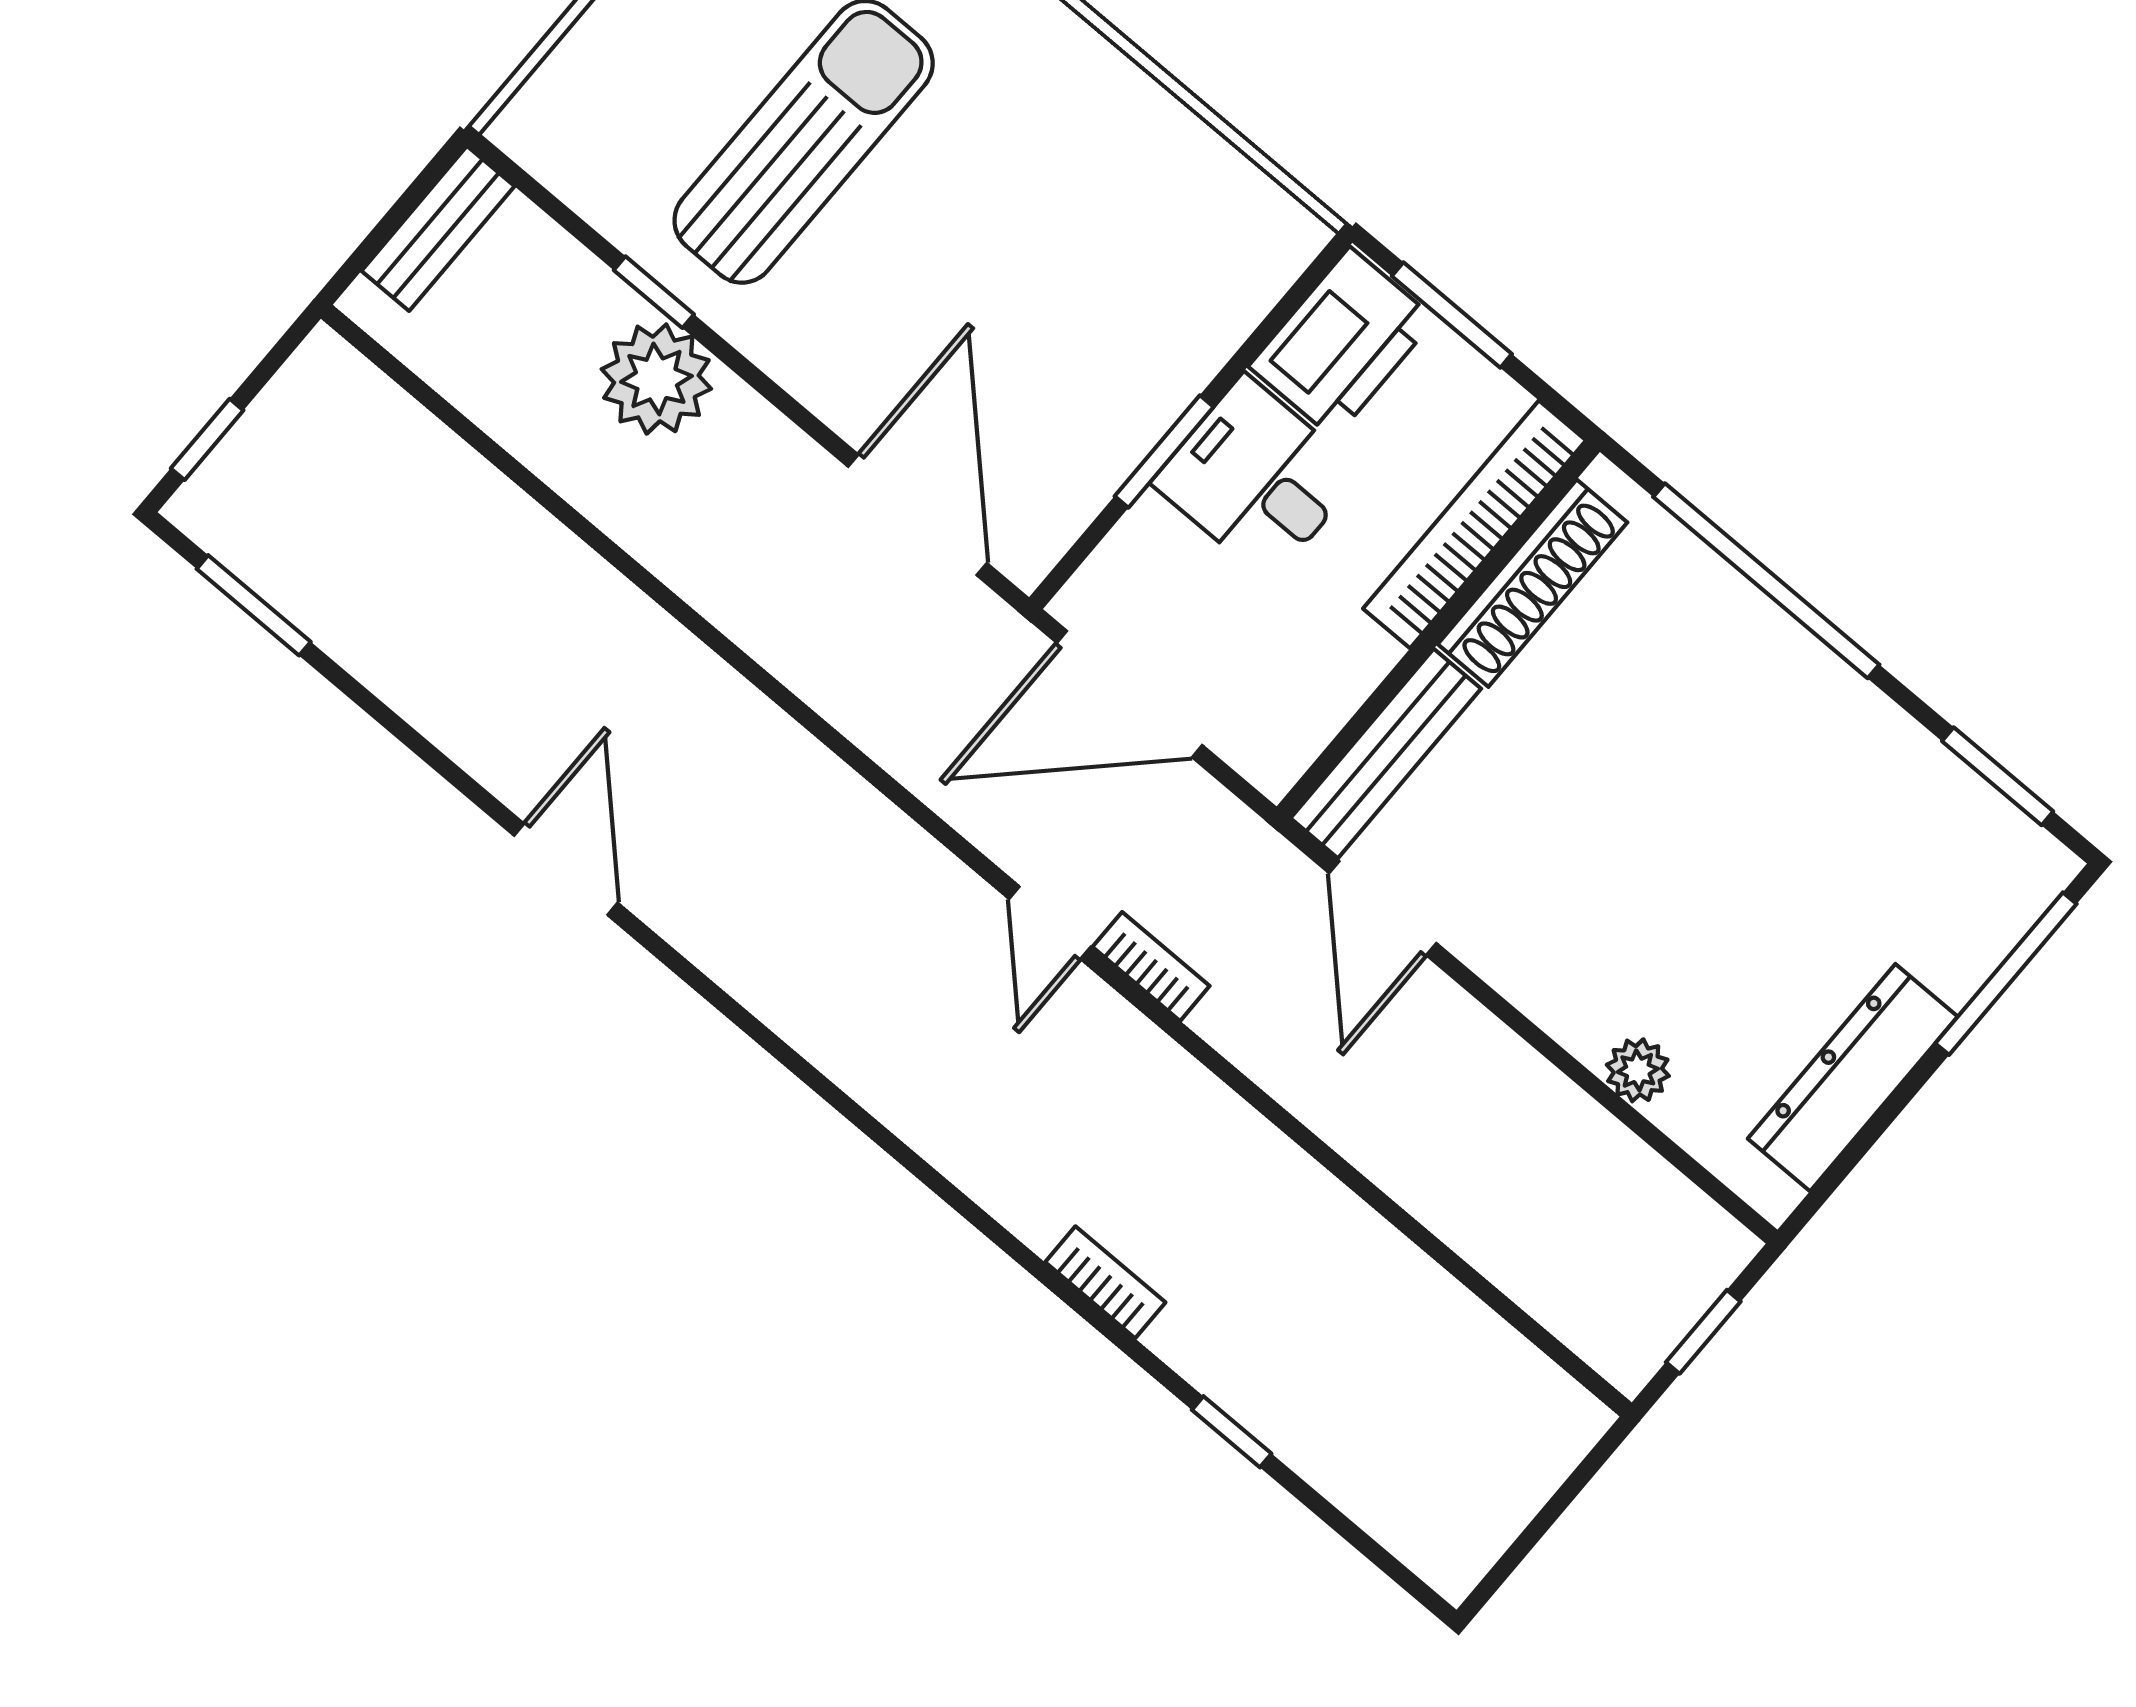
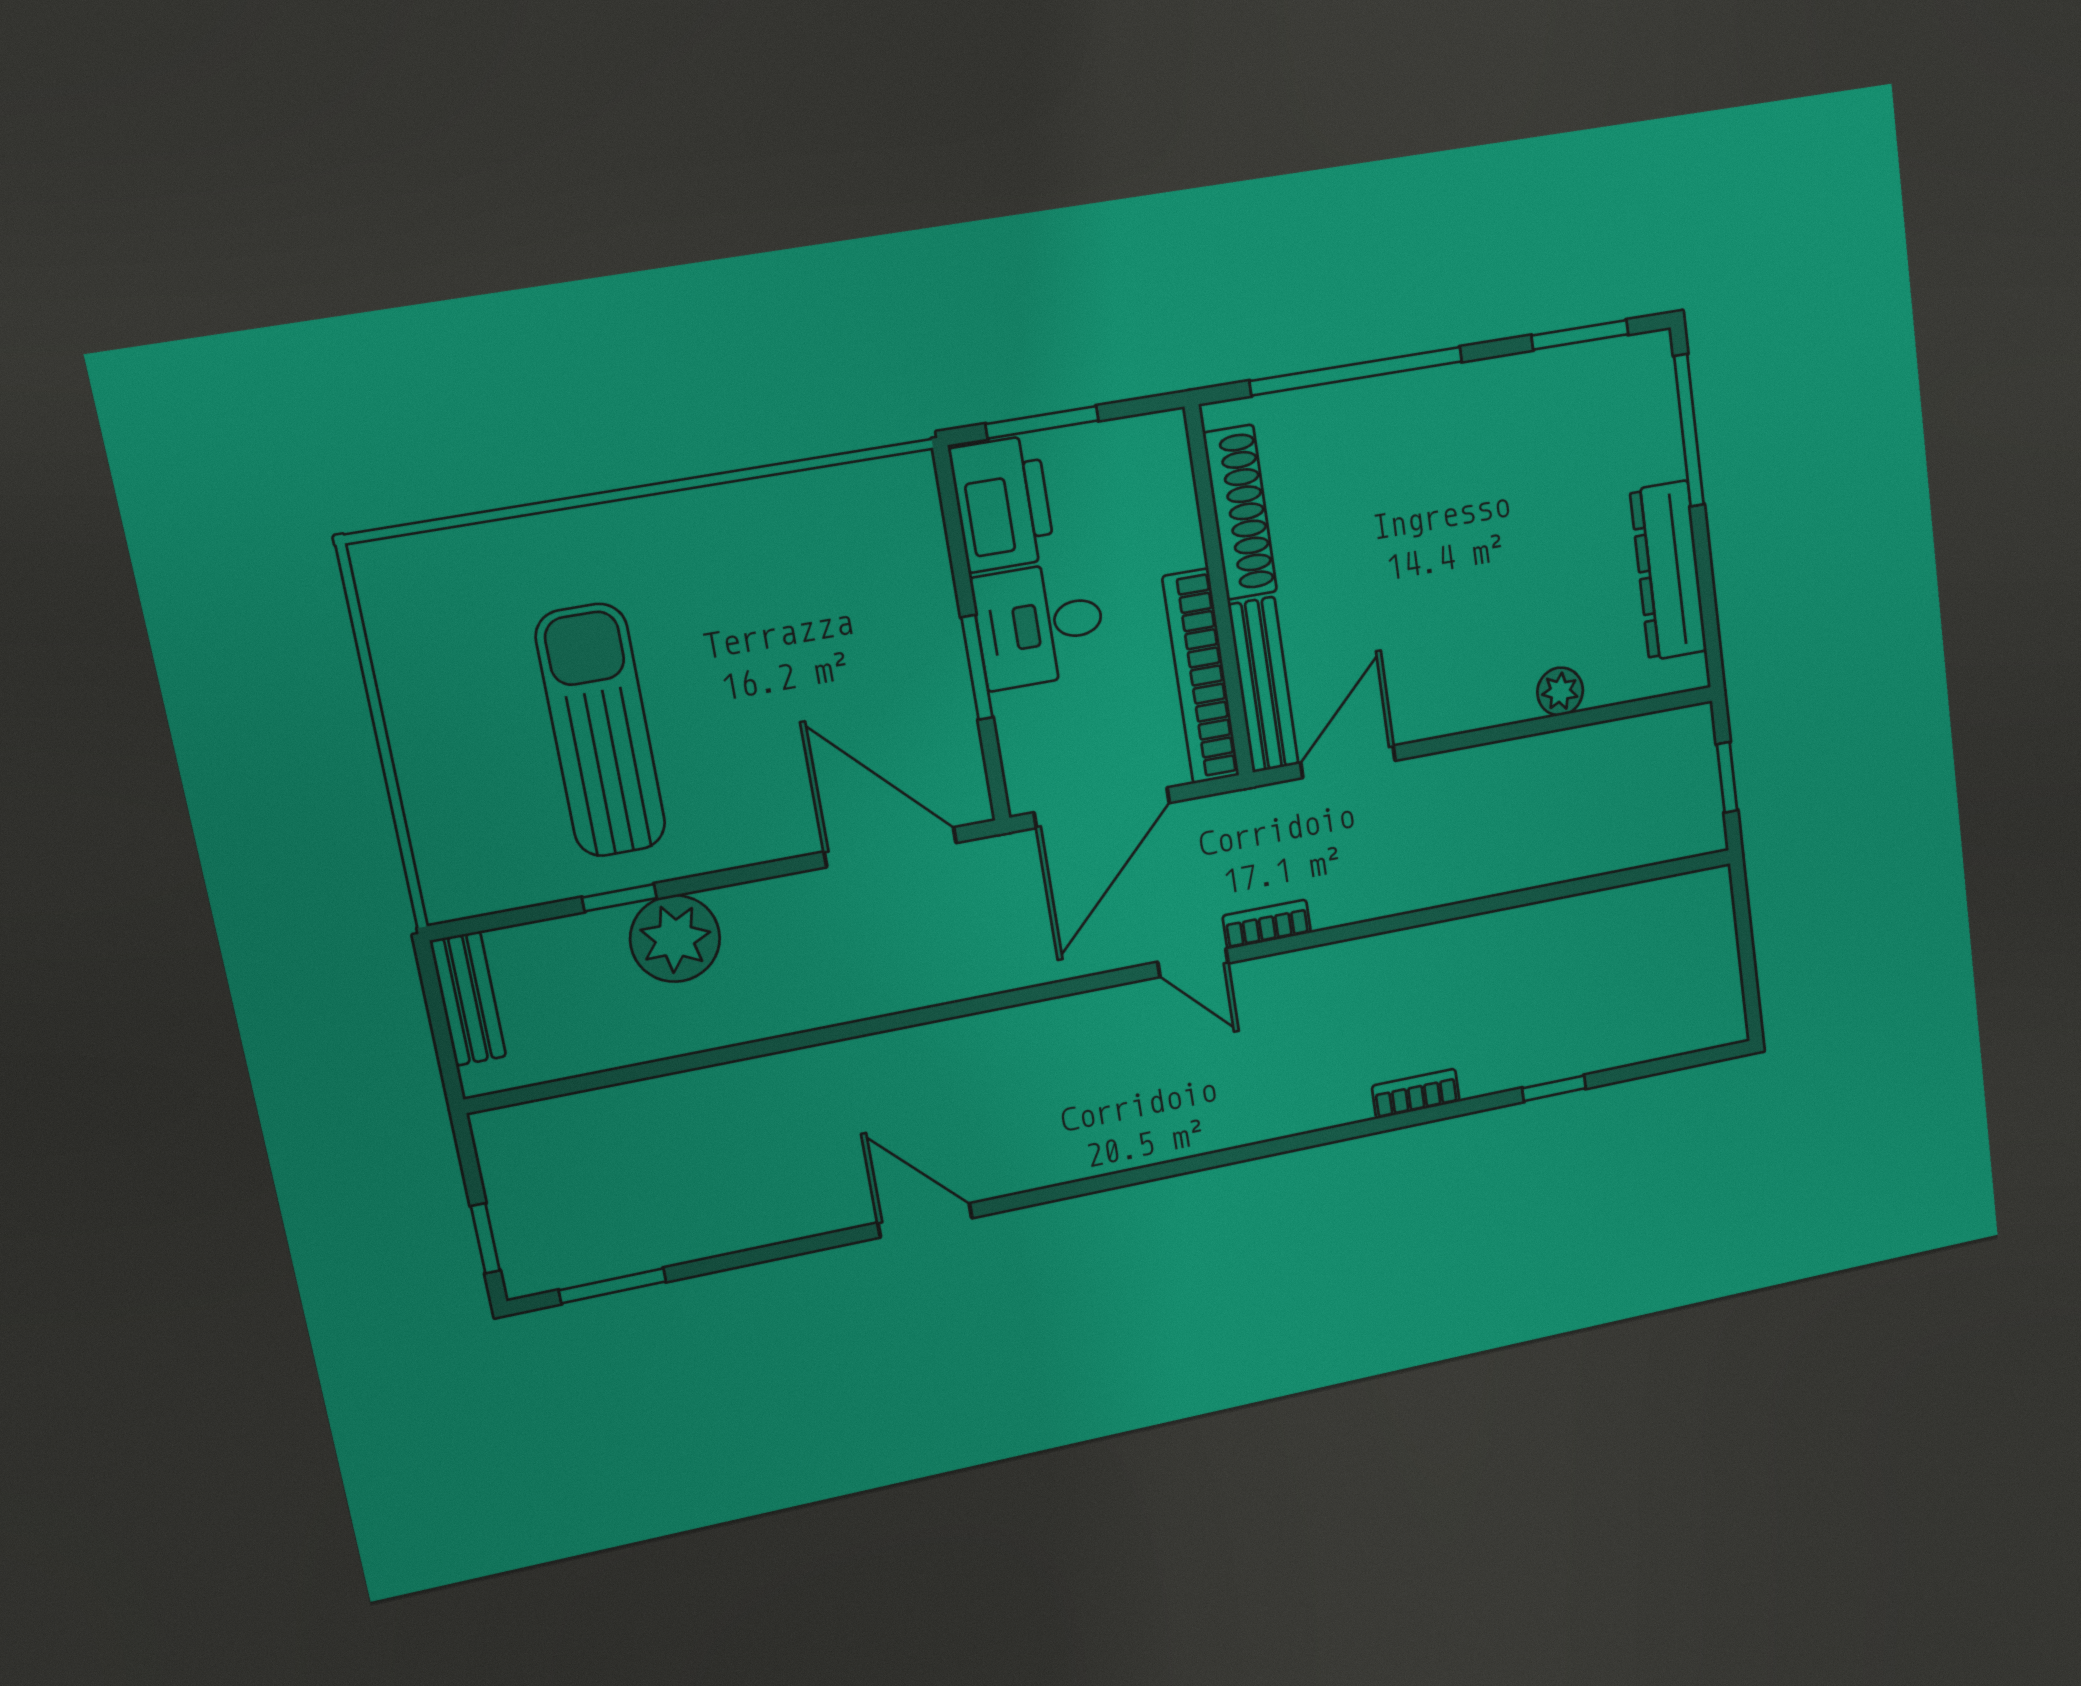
bookcase: (1475, 524) -> (1201, 677), moved
door: (1383, 908) -> (1348, 762), swing flipped

